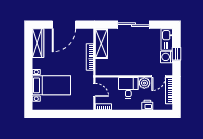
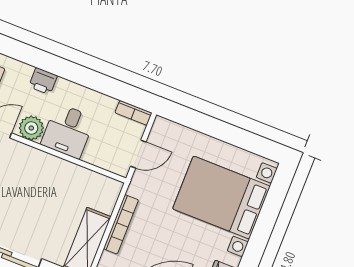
bed with nightstands: (51, 85) -> (221, 198), width x1.36
door: (94, 90) -> (138, 154), swing flipped

